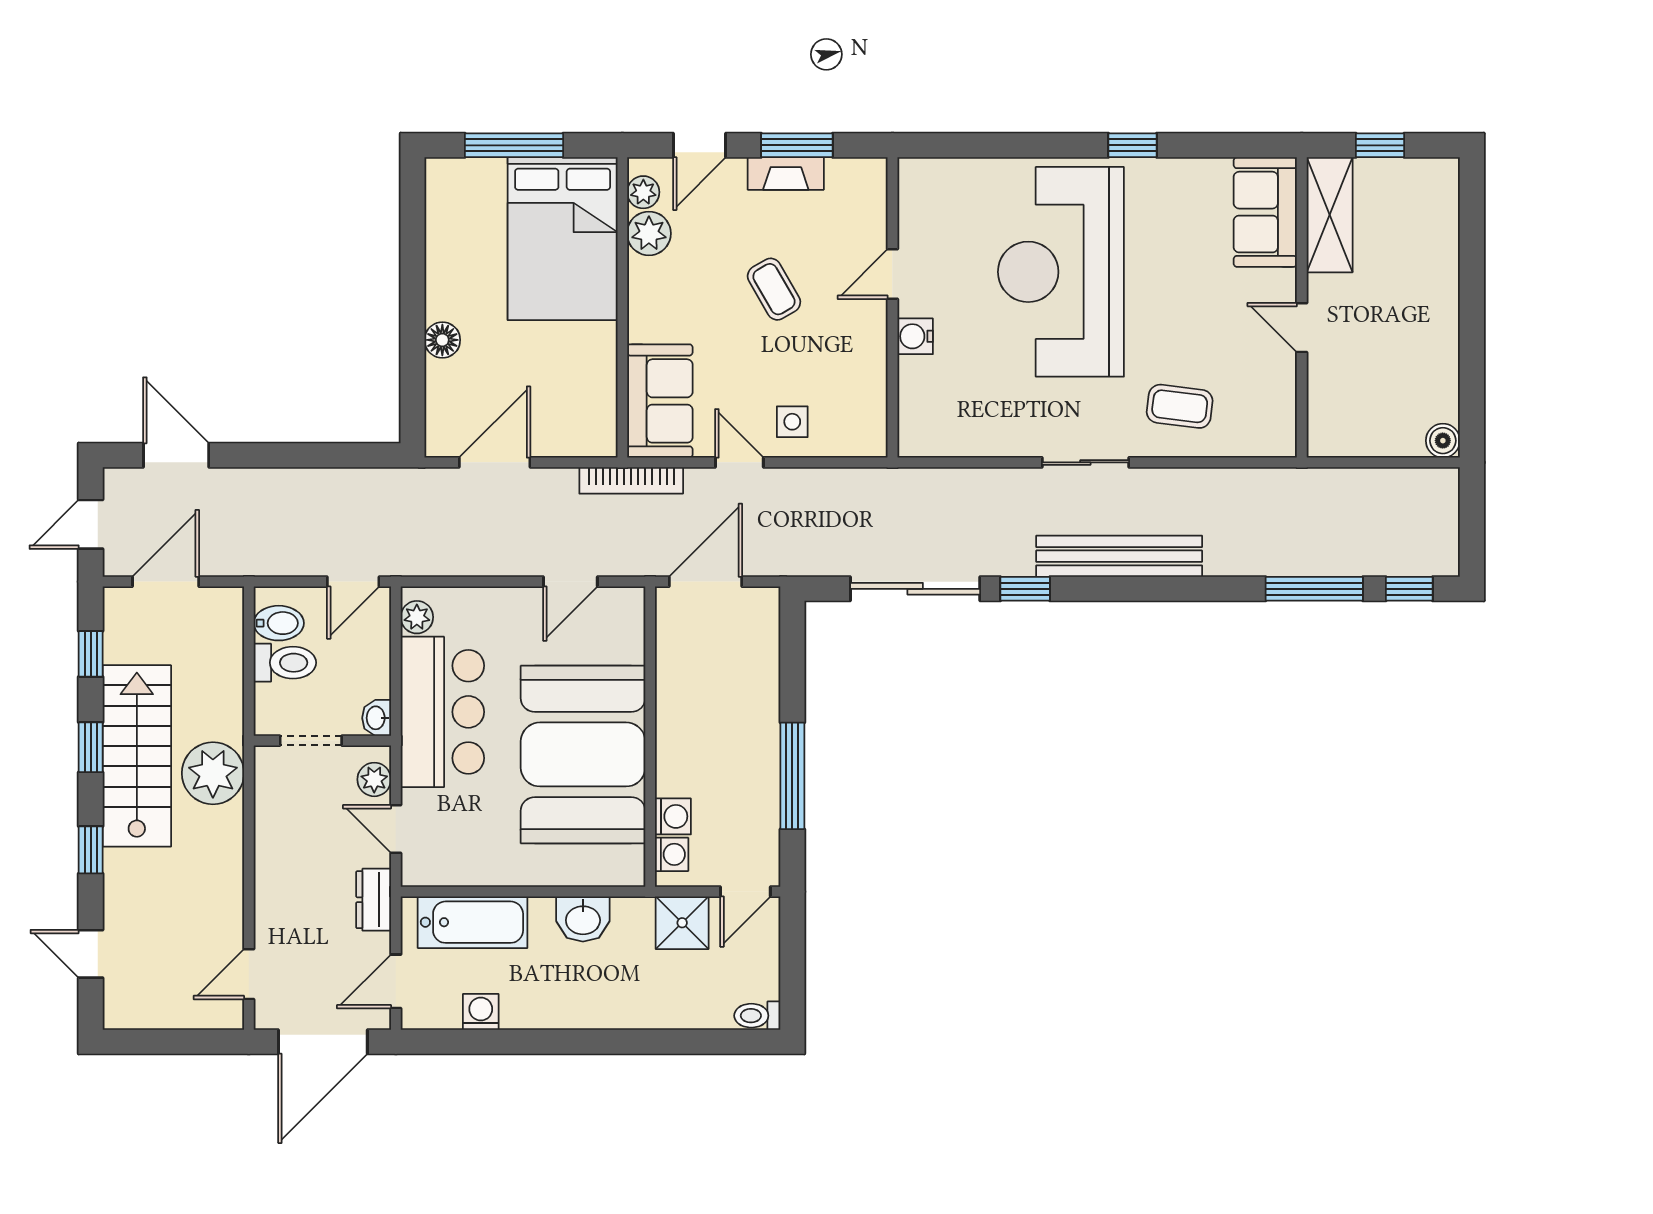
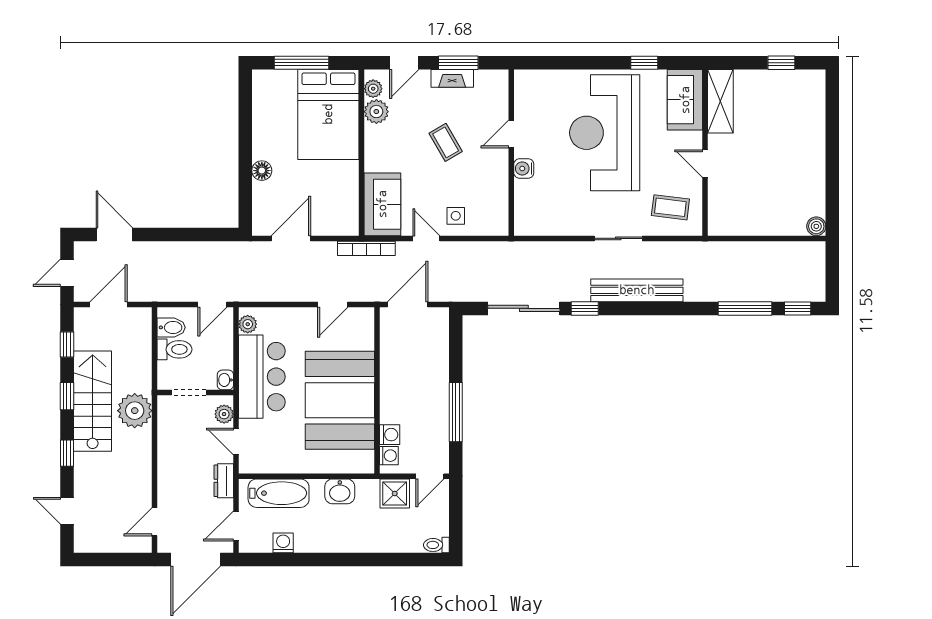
sofa: (1265, 212) -> (685, 100), moved
shelving: (1330, 215) -> (720, 101), moved
wall: (1302, 307) -> (705, 153), moved
door: (1302, 328) -> (705, 164), moved

